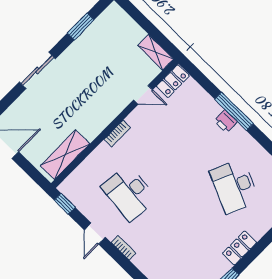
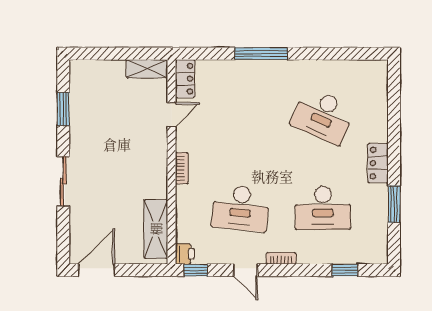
printer: (226, 121) -> (185, 254), moved, turned -90
desk: (179, 242) -> (323, 208), added

